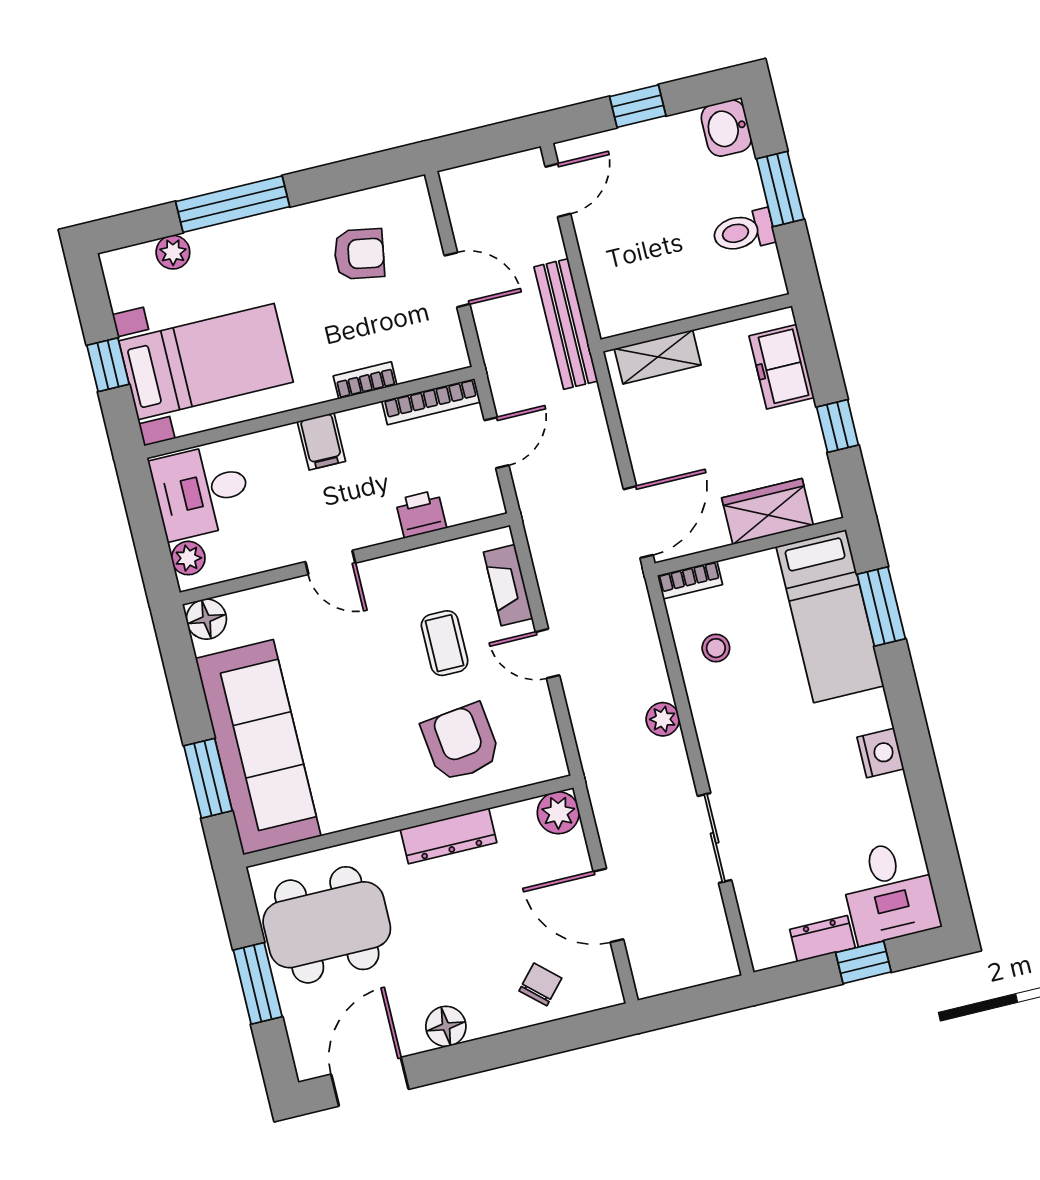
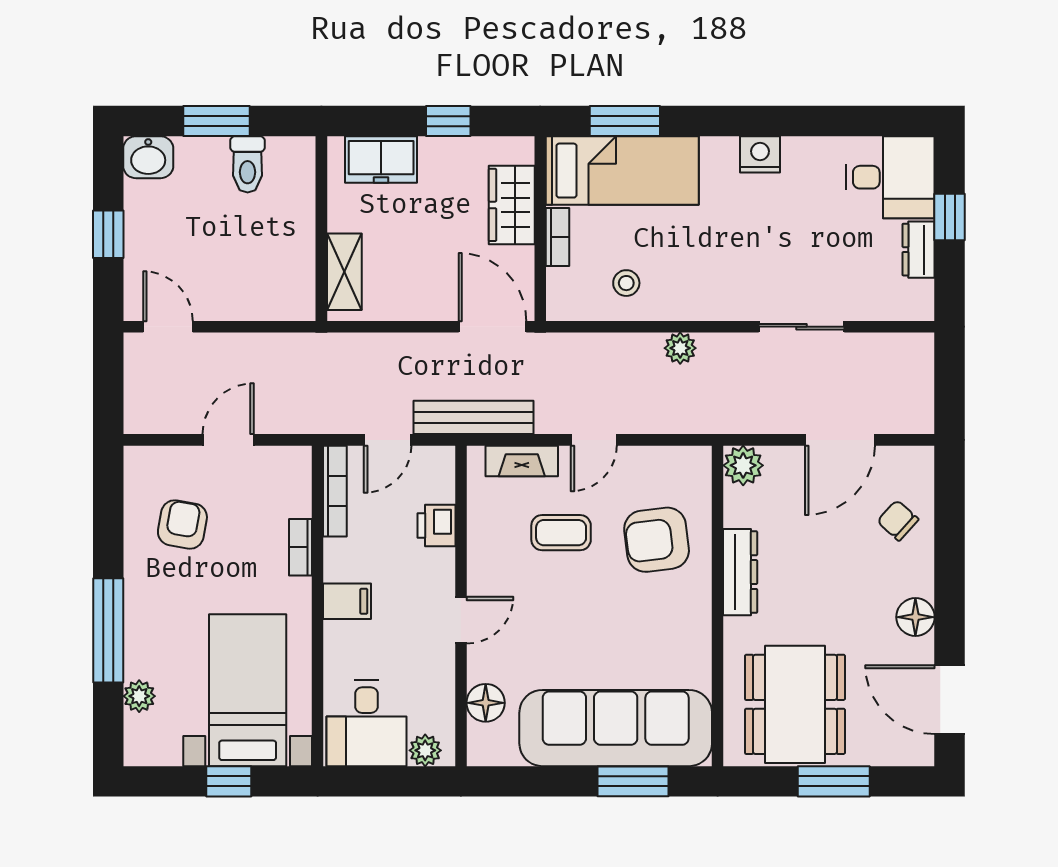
bench: (566, 324) -> (474, 417), moved
door: (496, 443) -> (388, 440), swing flipped
bookcase: (690, 580) -> (558, 237), moved
floor lamp: (206, 619) -> (486, 703), moved

